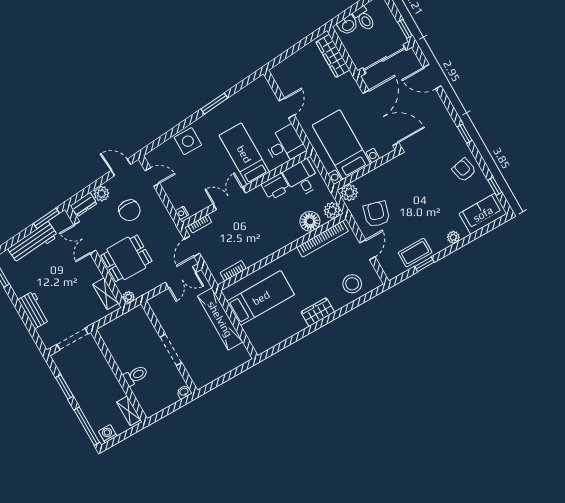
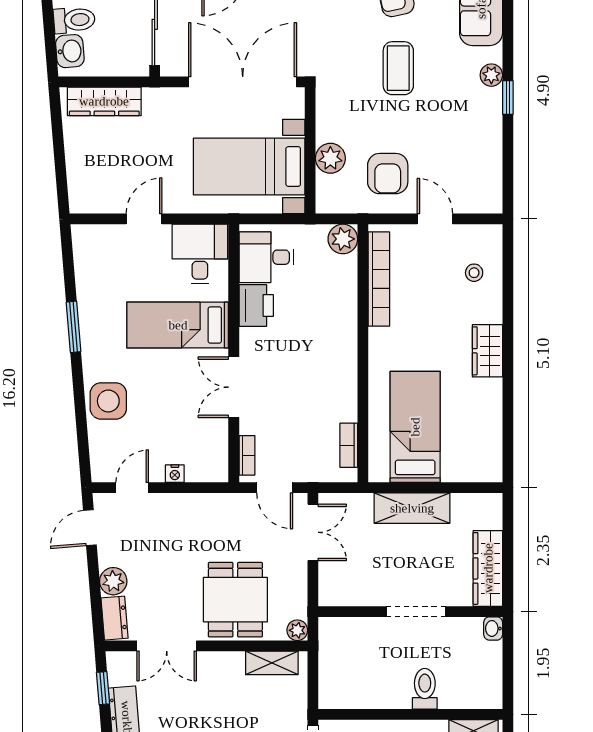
door: (287, 108) -> (144, 219), hinge flipped
plant: (349, 193) -> (330, 158), moved
chair: (129, 210) -> (164, 552), removed
nightstand: (182, 213) -> (175, 474), moved
armchair: (376, 214) -> (388, 174), turned -106
window: (46, 218) -> (103, 688), width x0.67
floor lamp: (310, 221) -> (340, 283), removed
coffee table: (415, 253) -> (398, 68), moved
window: (424, 264) -> (508, 98), moved
stool: (352, 284) -> (474, 273), width x0.53, depth x0.53
shelving: (220, 319) -> (412, 508), width x0.68
wardrobe: (212, 373) -> (488, 568), added

